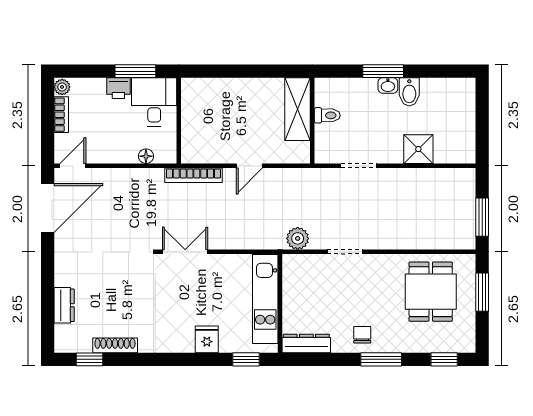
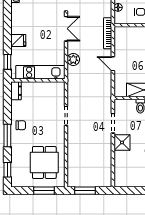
shower: (418, 149) -> (122, 143), moved
plant: (298, 238) -> (73, 59), moved
dining table: (431, 292) -> (44, 162), turned 90
dresser: (306, 343) -> (16, 91), width x0.70

